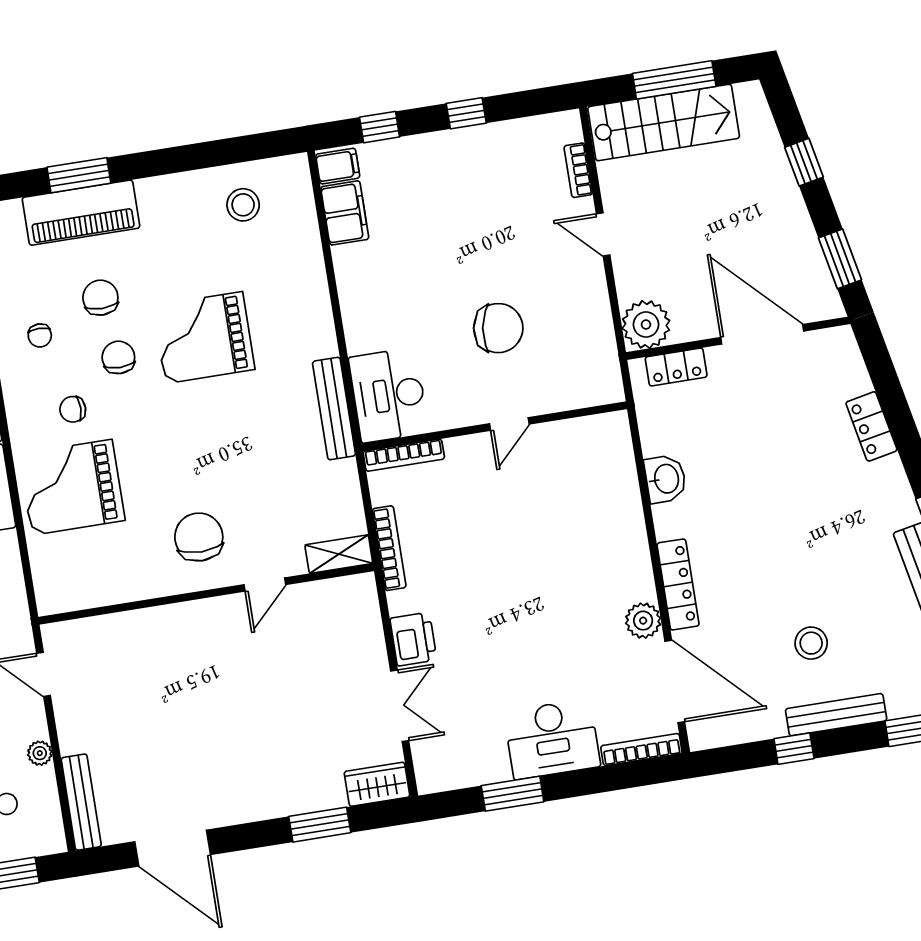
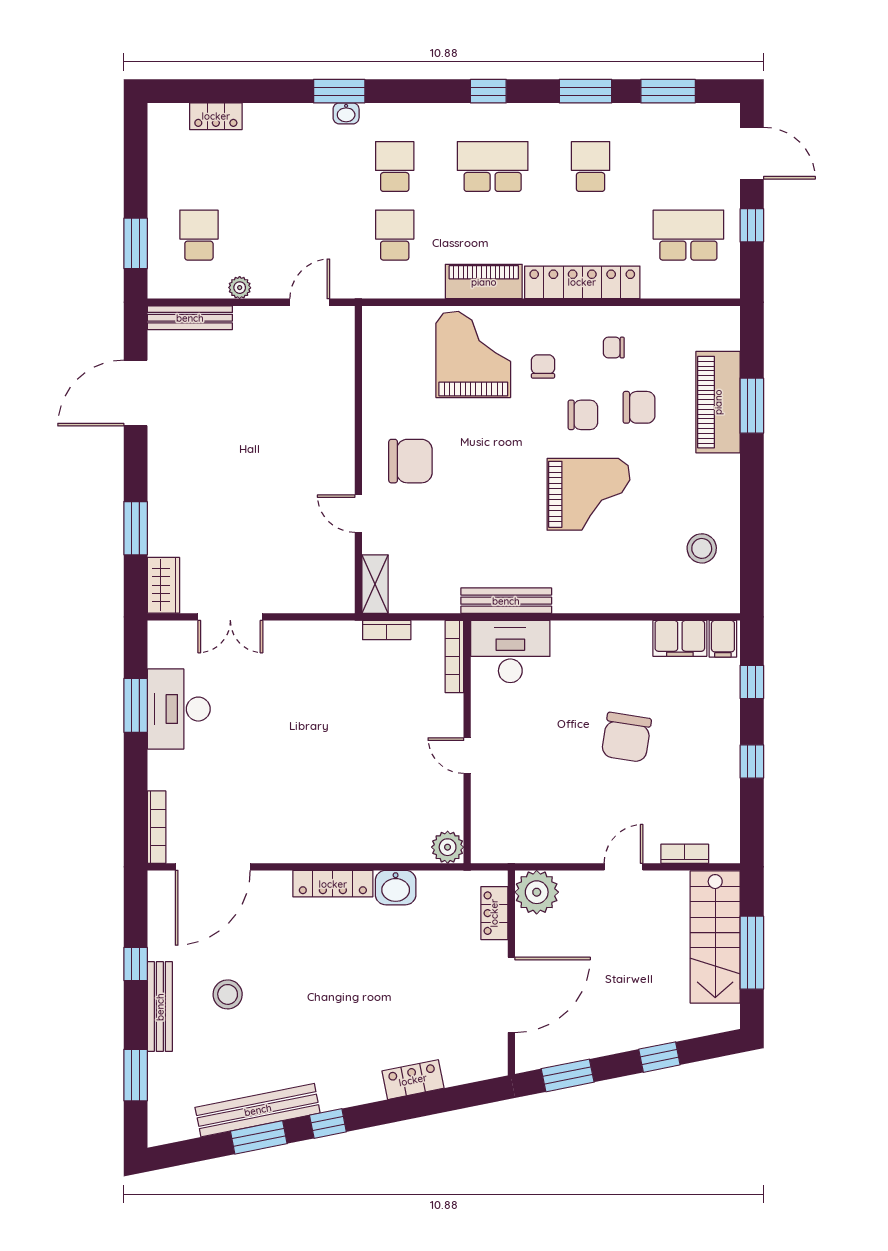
chair: (498, 328) -> (626, 737), moved
grand piano: (204, 338) -> (588, 494), turned 90
bookcase: (389, 548) -> (387, 630), width x0.64
locker: (678, 584) -> (333, 884), moved
plant: (643, 621) -> (448, 847), moved
printer: (413, 639) -> (288, 639), removed
desk: (552, 739) -> (179, 709), moved

